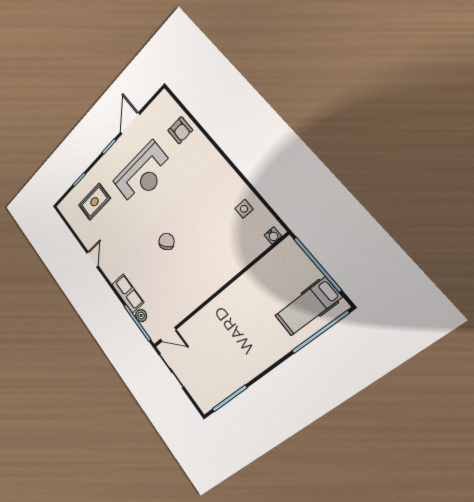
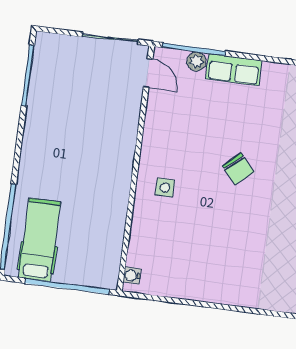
side table: (244, 209) -> (165, 188), moved
door: (168, 334) -> (148, 73), swing flipped

